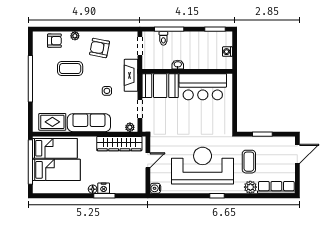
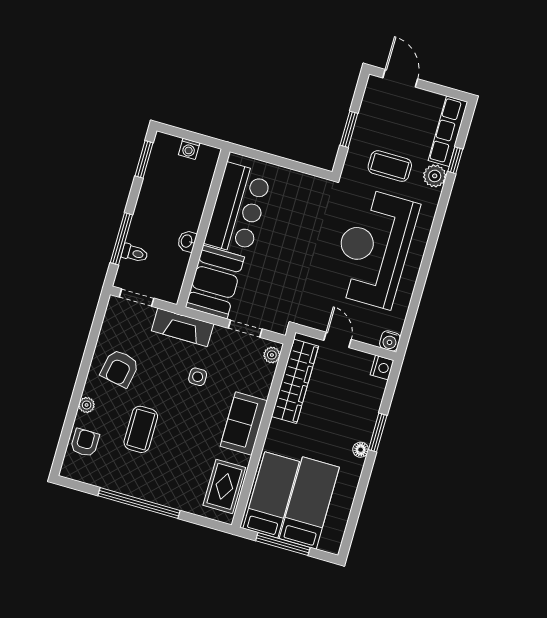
sofa: (89, 123) -> (244, 423), width x0.73
window: (30, 162) -> (283, 544), width x0.68
nightstand: (104, 188) -> (382, 368), moved
window: (217, 196) -> (455, 160), moved

